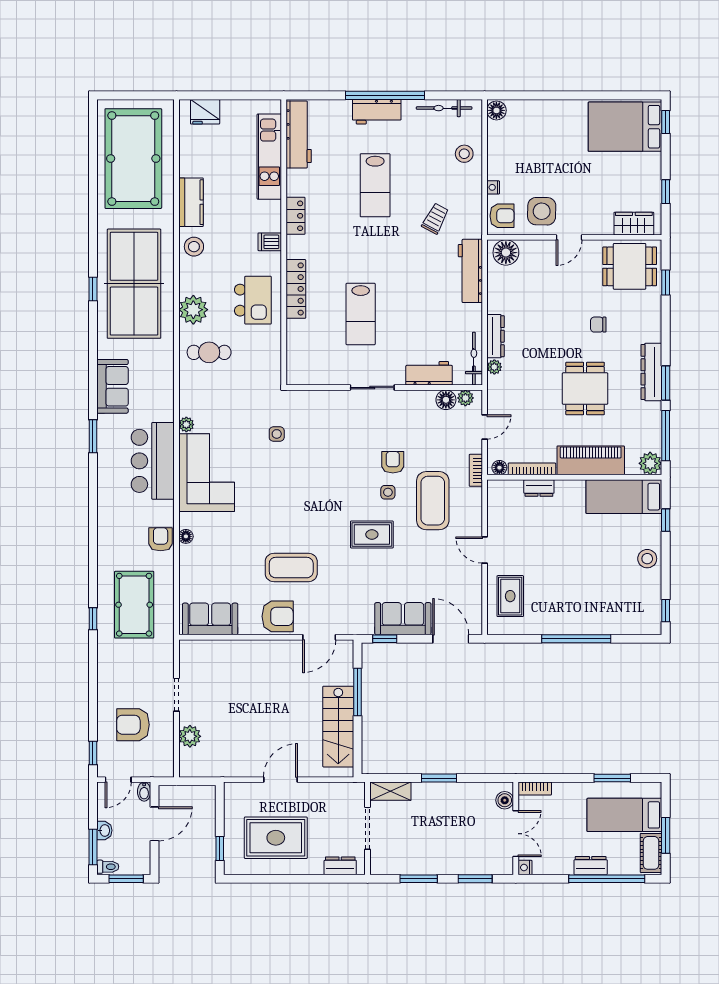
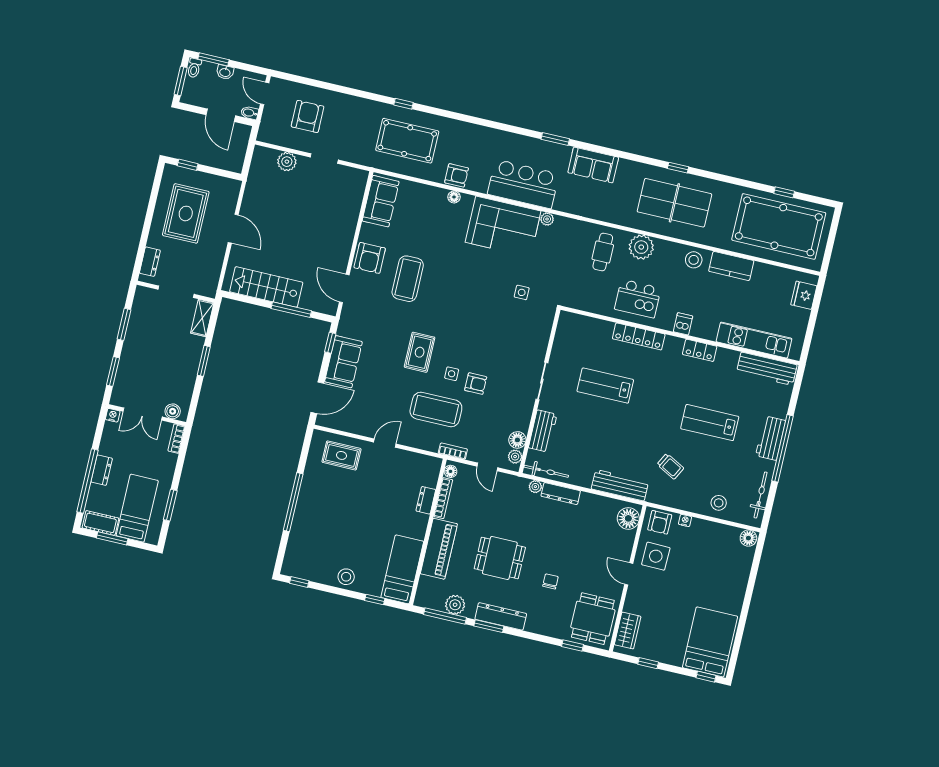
table tennis table: (134, 284) -> (674, 203), width x0.73, depth x0.76
plant: (650, 463) -> (455, 605), moved
window: (93, 753) -> (784, 192), moved

